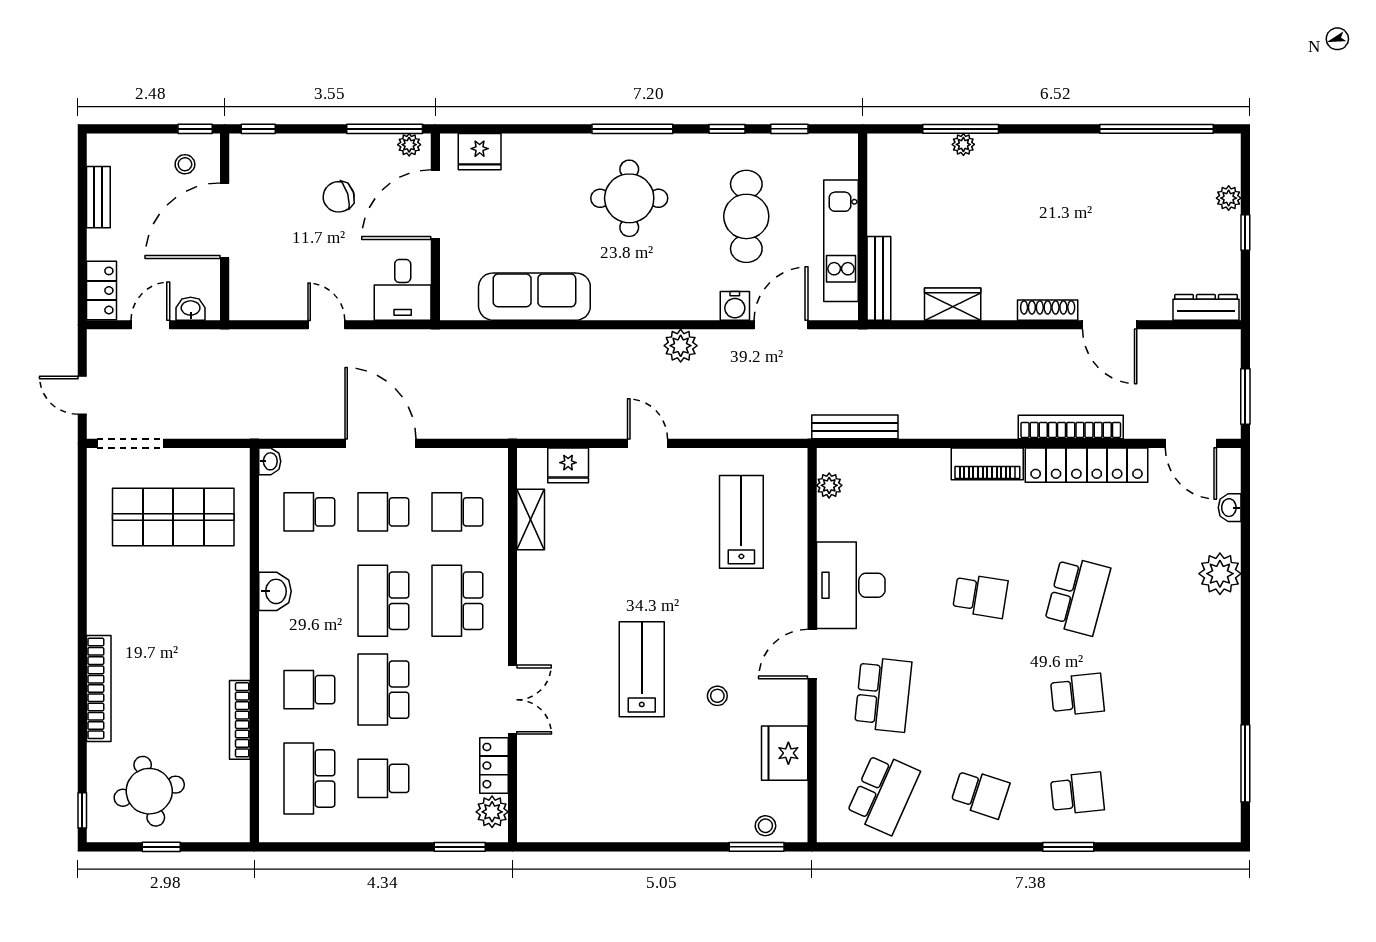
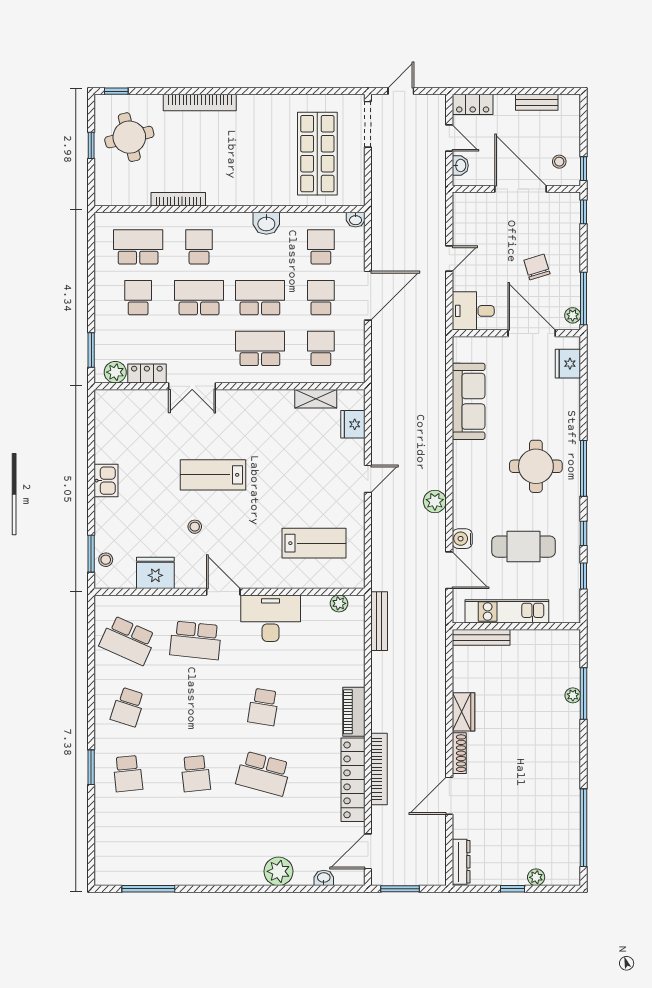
wardrobe: (953, 304) -> (463, 712), moved
lab bench: (642, 669) -> (213, 475), turned 180
kitchen sink: (650, 825) -> (106, 481), added

